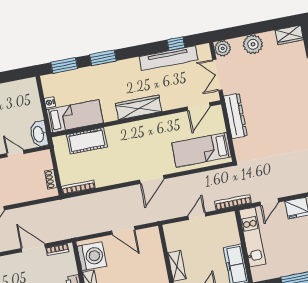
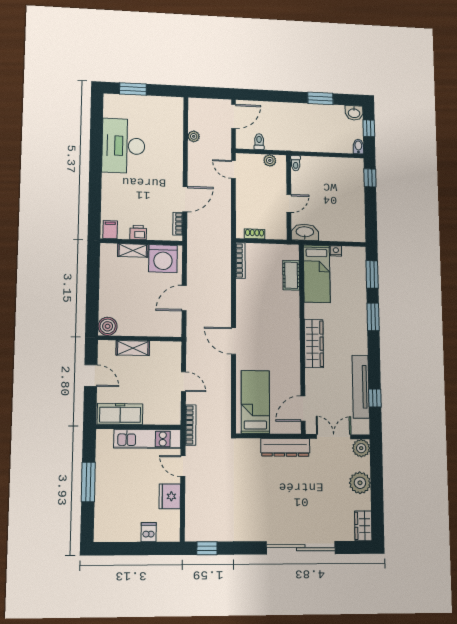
door: (199, 107) -> (303, 409), hinge flipped
cot: (87, 141) -> (291, 275), width x0.73, depth x0.75

